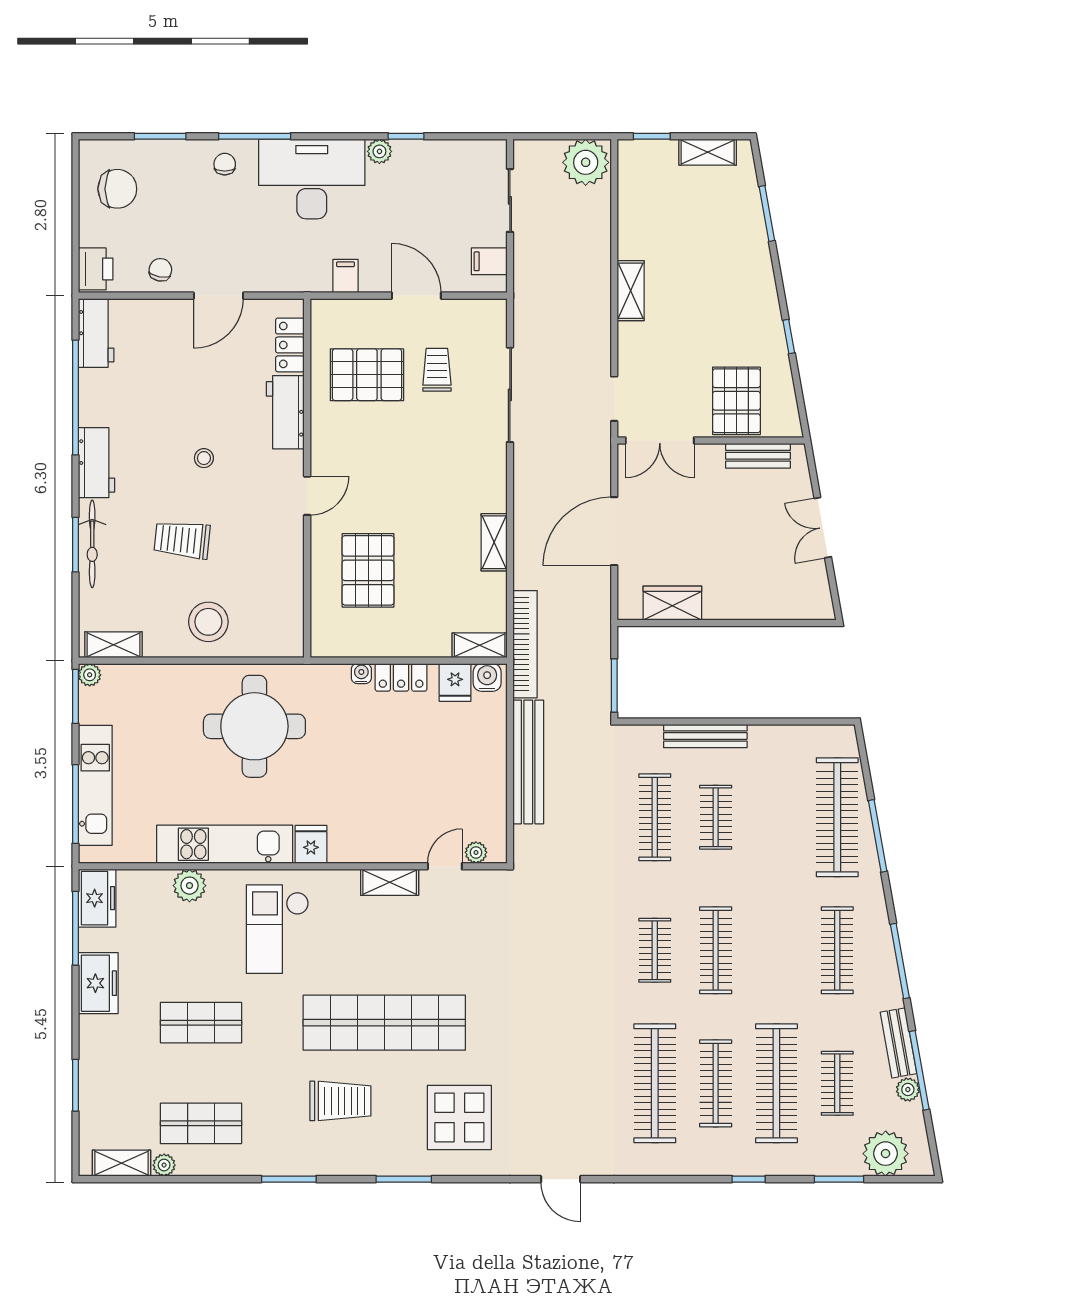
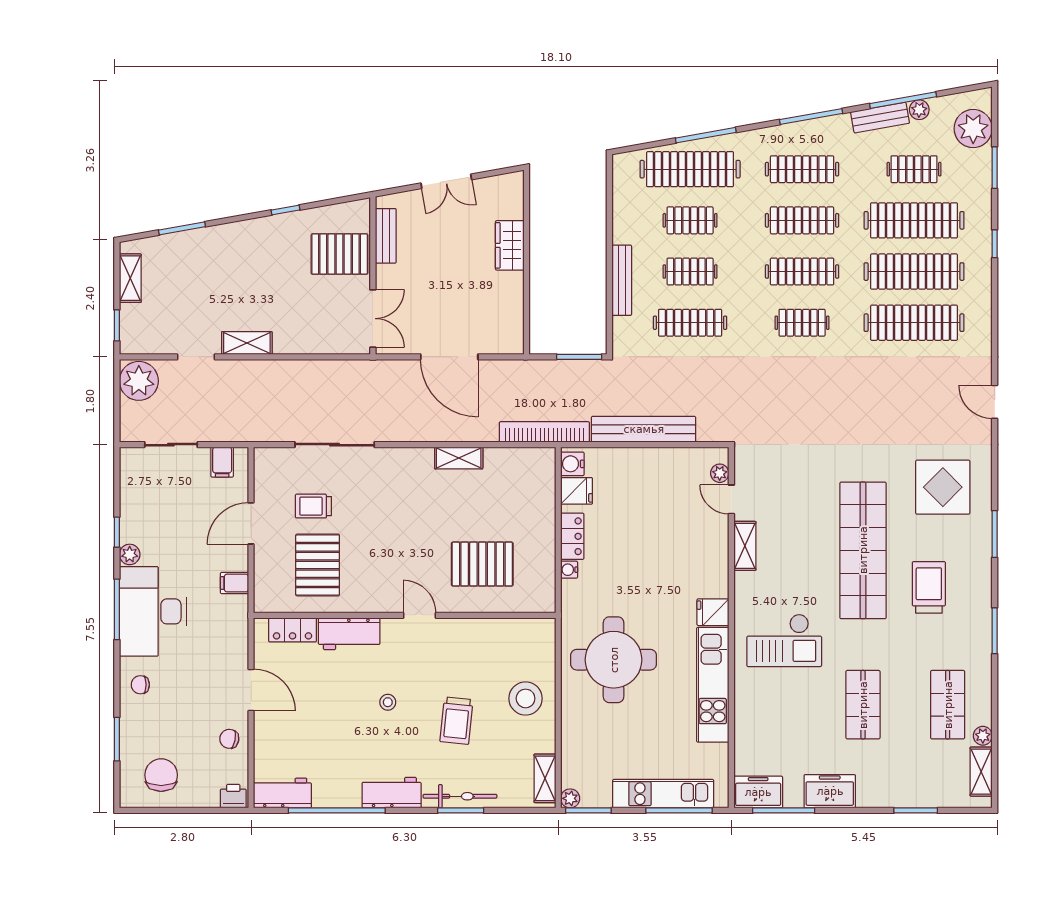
window: (255, 136) -> (117, 609), moved
printer: (96, 269) -> (233, 796), width x0.73, depth x0.81
doorway: (614, 399) -> (196, 357), moved
wardrobe: (672, 603) -> (510, 245), moved
shelving: (480, 645) -> (545, 470), removed
clothes rail: (776, 817) -> (690, 220), added
plant: (189, 886) -> (748, 714), removed
clothes rail: (776, 950) -> (802, 220), added
clothes rail: (716, 1083) -> (914, 272), width x1.37, depth x1.31
door: (561, 1179) -> (995, 402), swing flipped

